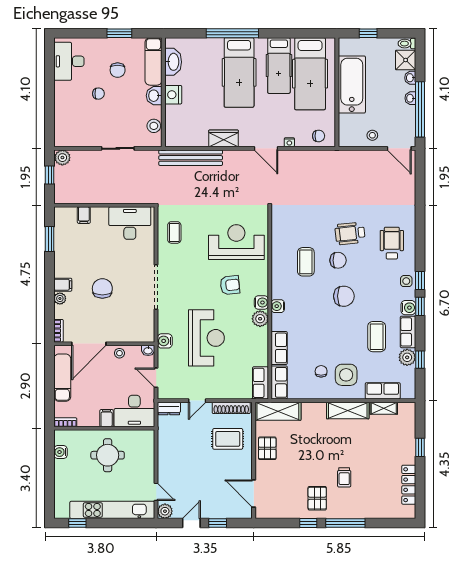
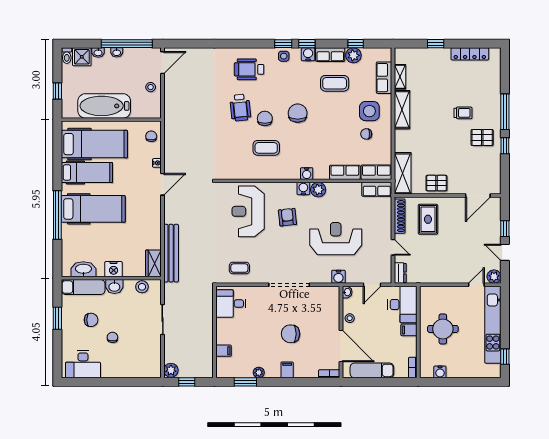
wardrobe: (224, 138) -> (153, 263), moved
desk: (130, 223) -> (231, 303), width x0.73
plant: (60, 298) -> (259, 373), moved

